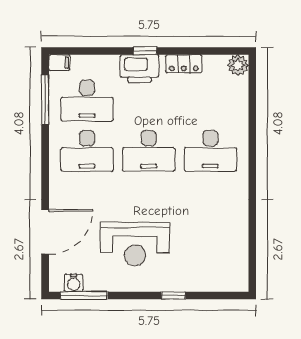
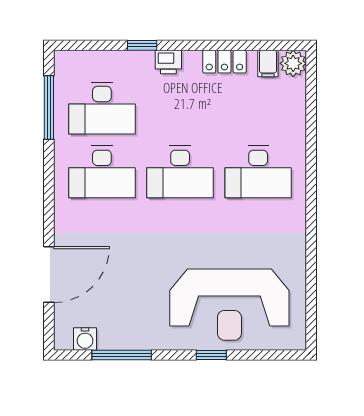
window: (145, 51) -> (142, 45), moved
filing cabinet: (59, 63) -> (268, 63), moved, turned 90
printer: (139, 69) -> (168, 62), width x0.53, depth x0.68
reception desk: (135, 244) -> (229, 305), moved, width x1.36, depth x1.30
window: (84, 295) -> (122, 355), moved

